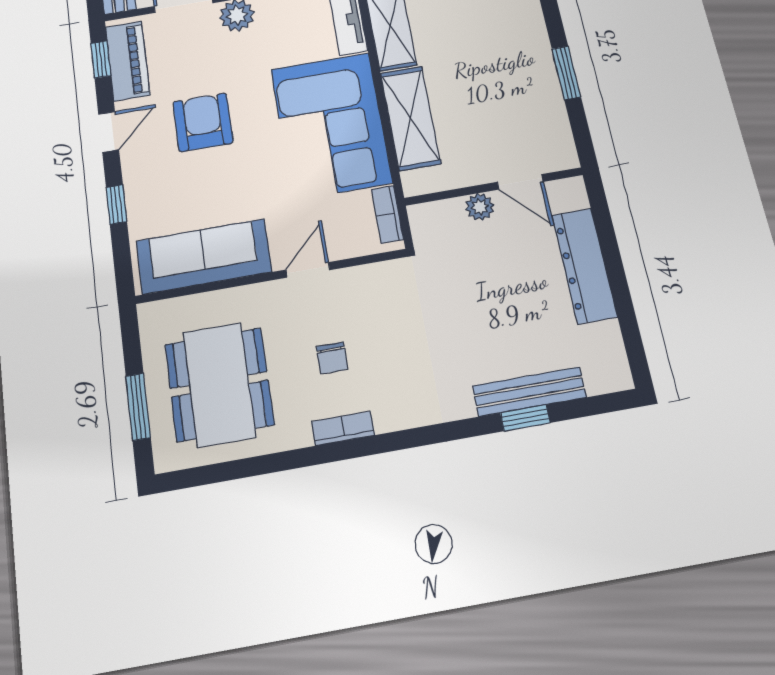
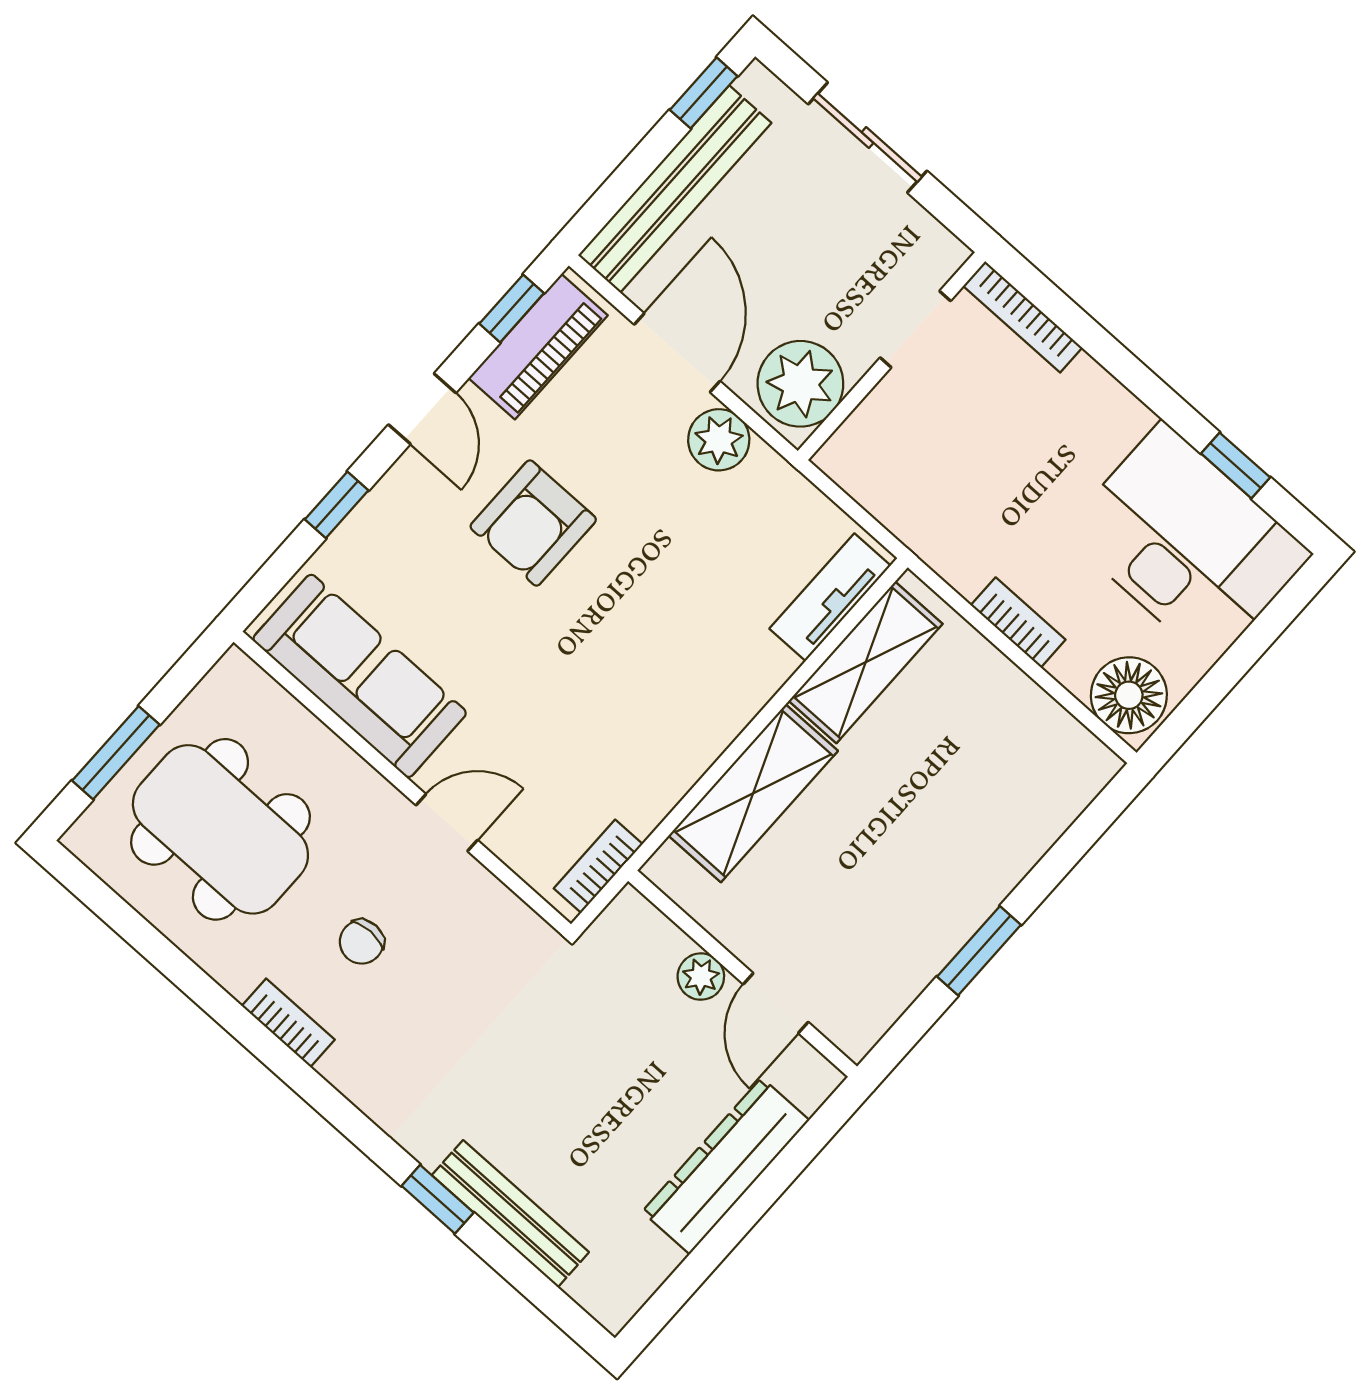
armchair: (203, 122) -> (533, 523), turned 180
corner sofa: (331, 125) -> (661, 697), removed
door: (109, 132) -> (422, 409), hinge flipped
dining table: (219, 384) -> (220, 829), turned 90
window: (525, 418) -> (438, 1199), moved

